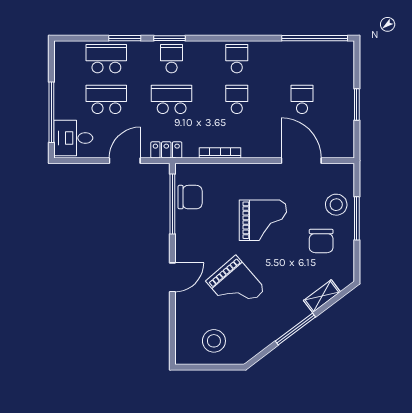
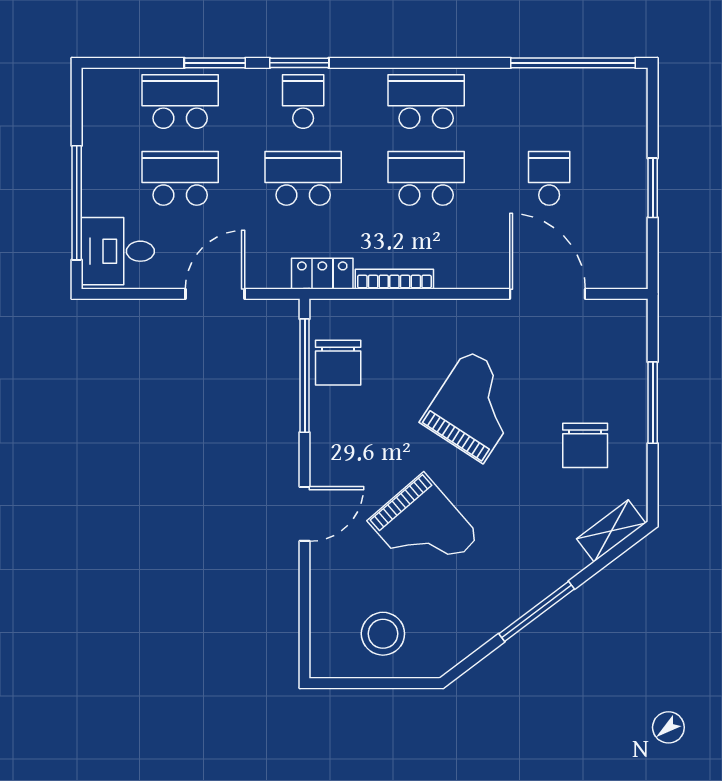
school desk: (237, 59) -> (426, 102), width x1.85
school desk: (237, 99) -> (426, 178), width x1.85
locker: (166, 150) -> (322, 274), moved
chair: (190, 197) -> (338, 363), turned 90
stool: (336, 205) -> (614, 377), removed
grand piano: (263, 220) -> (475, 406), turned -57
shelving: (322, 296) -> (611, 531), moved

